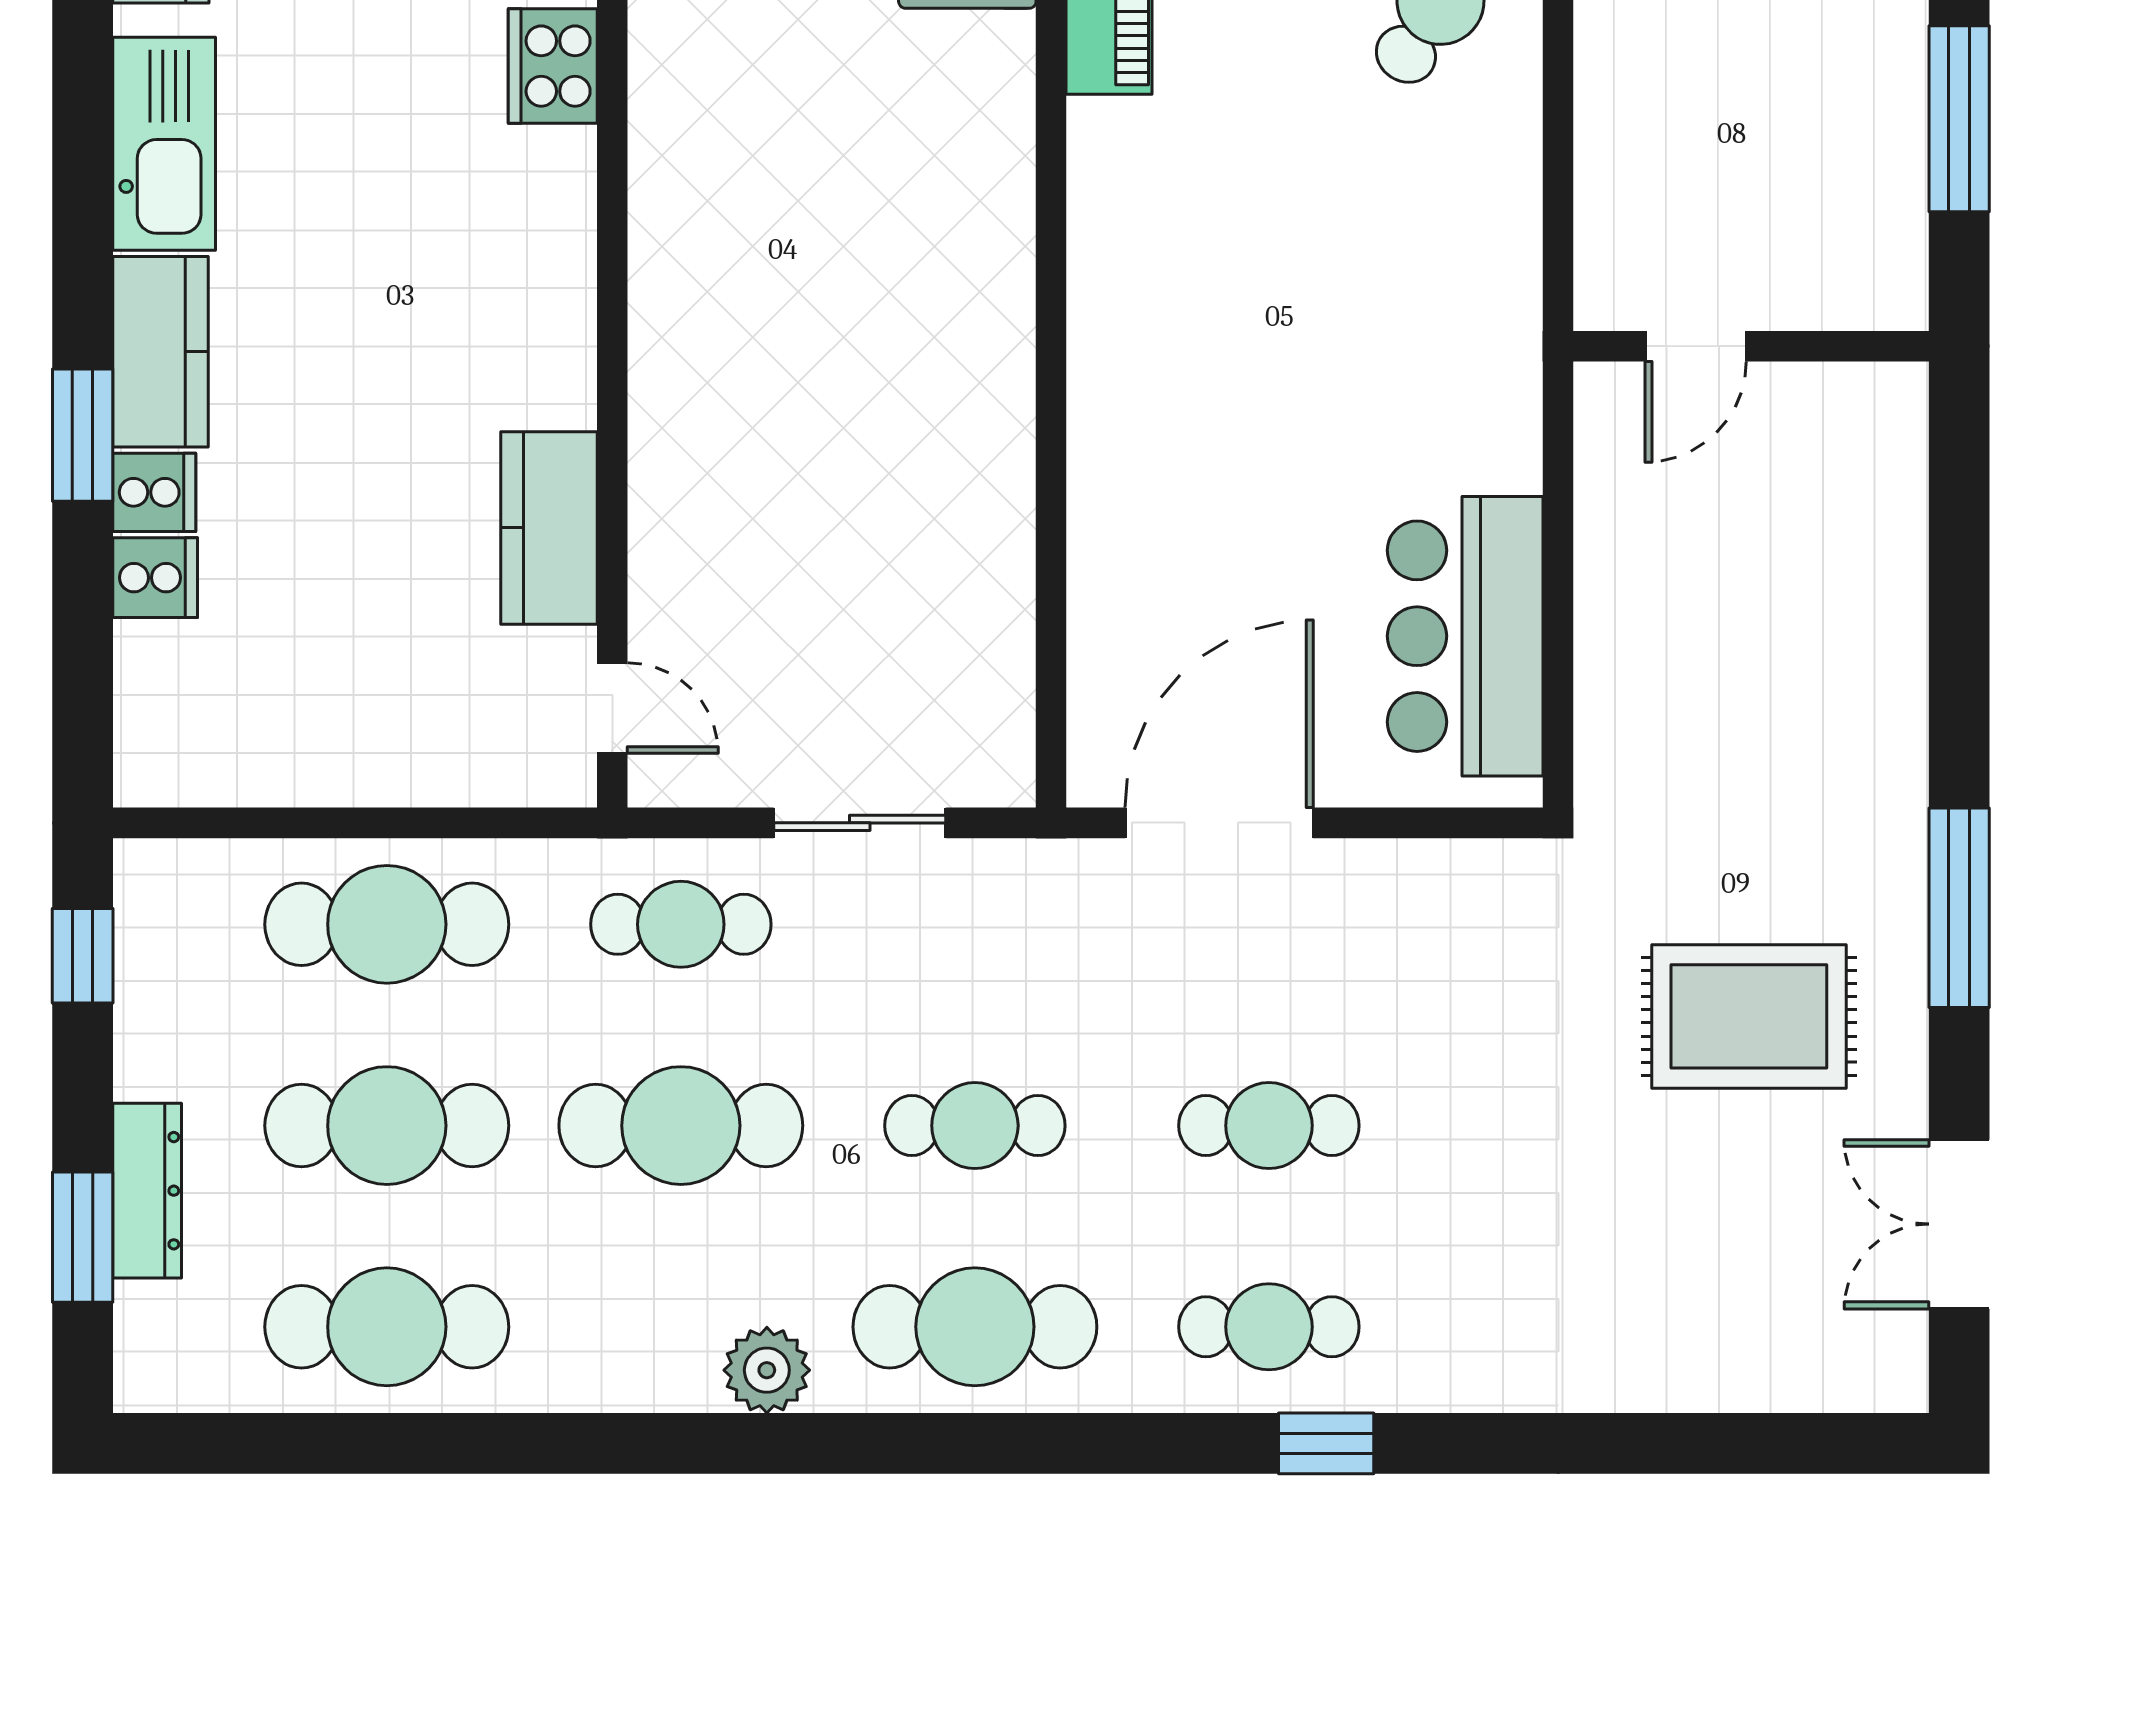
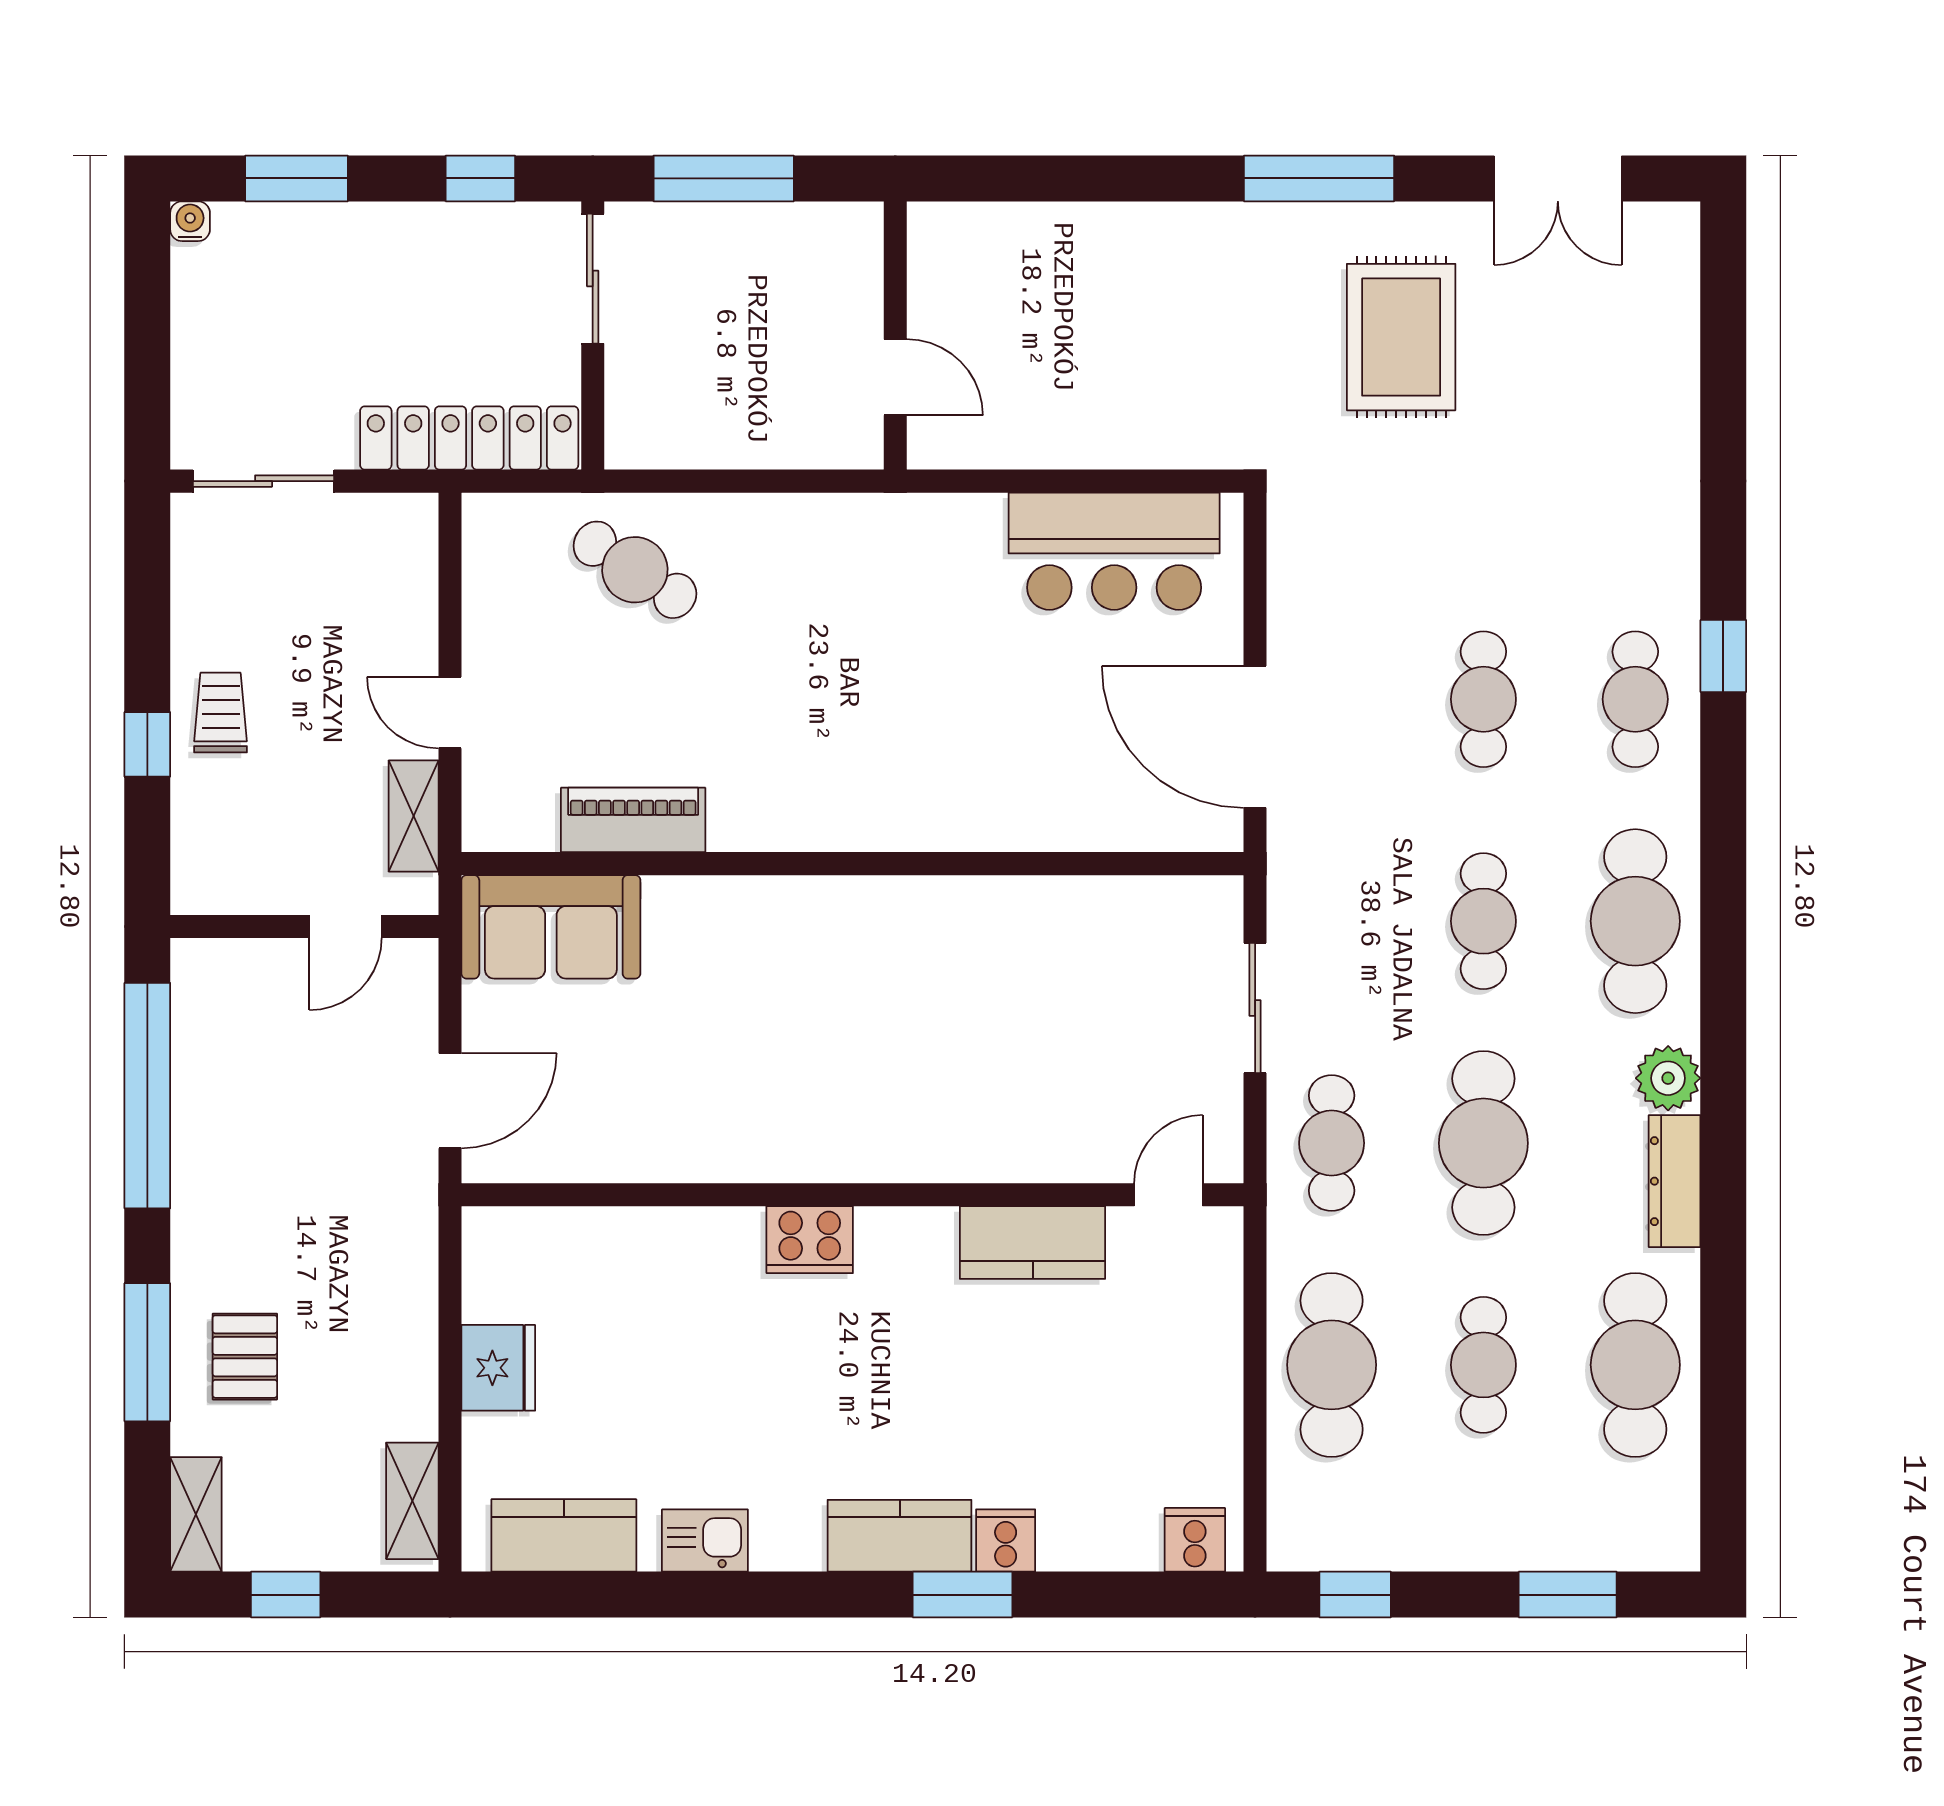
cooker: (553, 66) -> (810, 1240), moved
kitchen sink: (164, 144) -> (705, 1541), width x0.53, depth x0.81
cooker: (155, 578) -> (1195, 1540), moved
cafe table: (387, 1126) -> (1483, 1365), width x0.73, depth x0.74
dresser: (147, 1191) -> (1675, 1181), moved, turned -90

